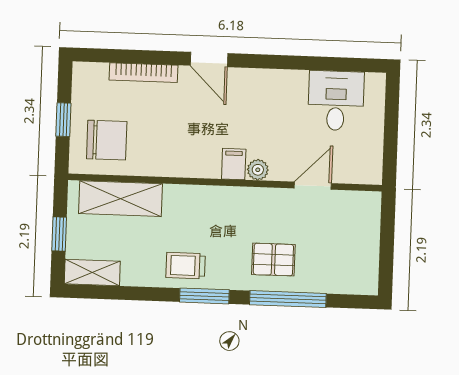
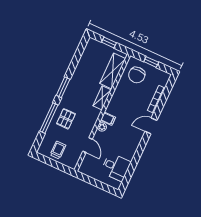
trolley: (186, 266) -> (58, 150), moved
shelving: (92, 273) -> (102, 98), moved

